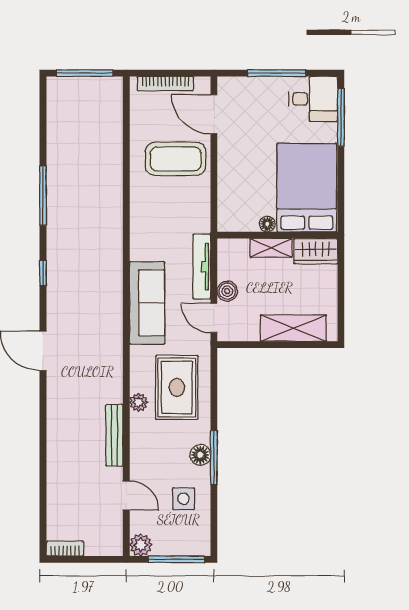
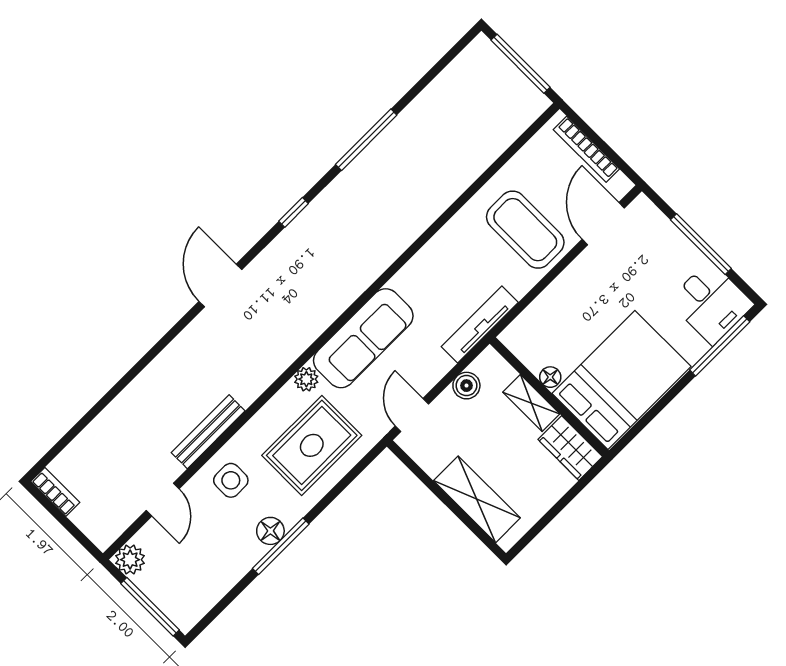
tv unit: (202, 267) -> (480, 324), moved
boiler: (227, 291) -> (466, 386), moved
plant: (139, 402) -> (306, 379), moved
side table: (184, 499) -> (231, 480), moved

